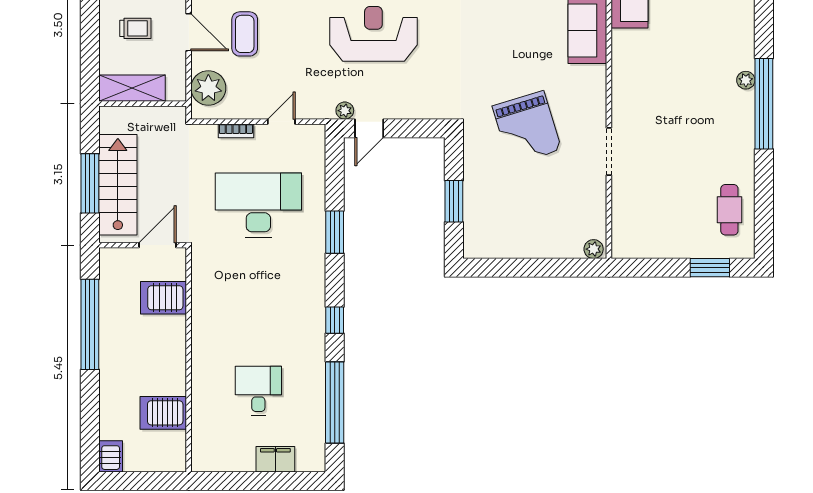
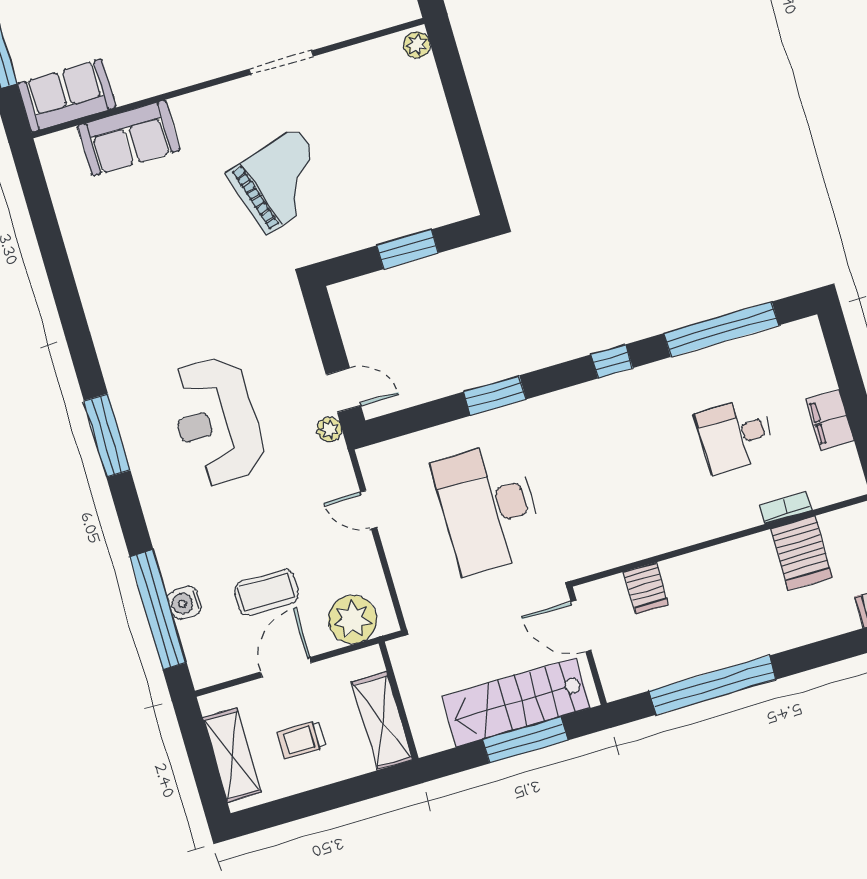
trolley: (135, 28) -> (302, 740), turned -90
bookcase: (236, 131) -> (785, 508), moved, turned -90
server rack: (163, 298) -> (646, 588), width x0.73, depth x0.70
filing cabinet: (275, 459) -> (830, 420), moved

